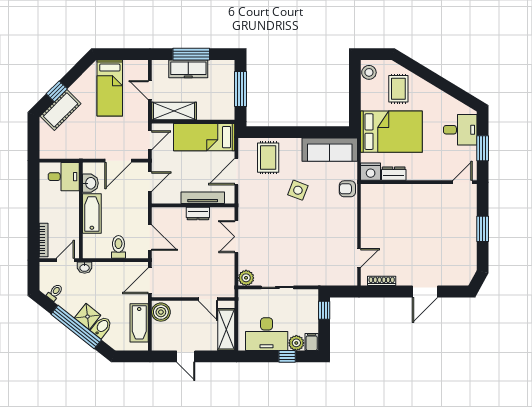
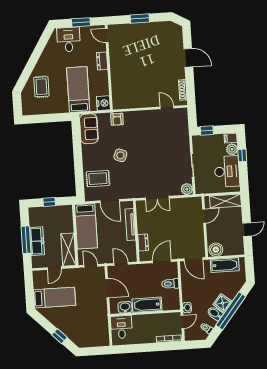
stool: (369, 72) -> (31, 109), removed
window: (241, 89) -> (49, 202), width x0.46
rug: (398, 89) -> (41, 87), turned 90
cot: (61, 110) -> (73, 332), removed
bed: (391, 132) -> (78, 89), width x0.67
sofa: (330, 150) -> (89, 129), width x0.73
dresser: (394, 174) -> (102, 61), moved
dresser: (198, 213) -> (143, 242), moved
door: (65, 260) -> (182, 322), swing flipped
bidet: (102, 327) -> (215, 313), moved

